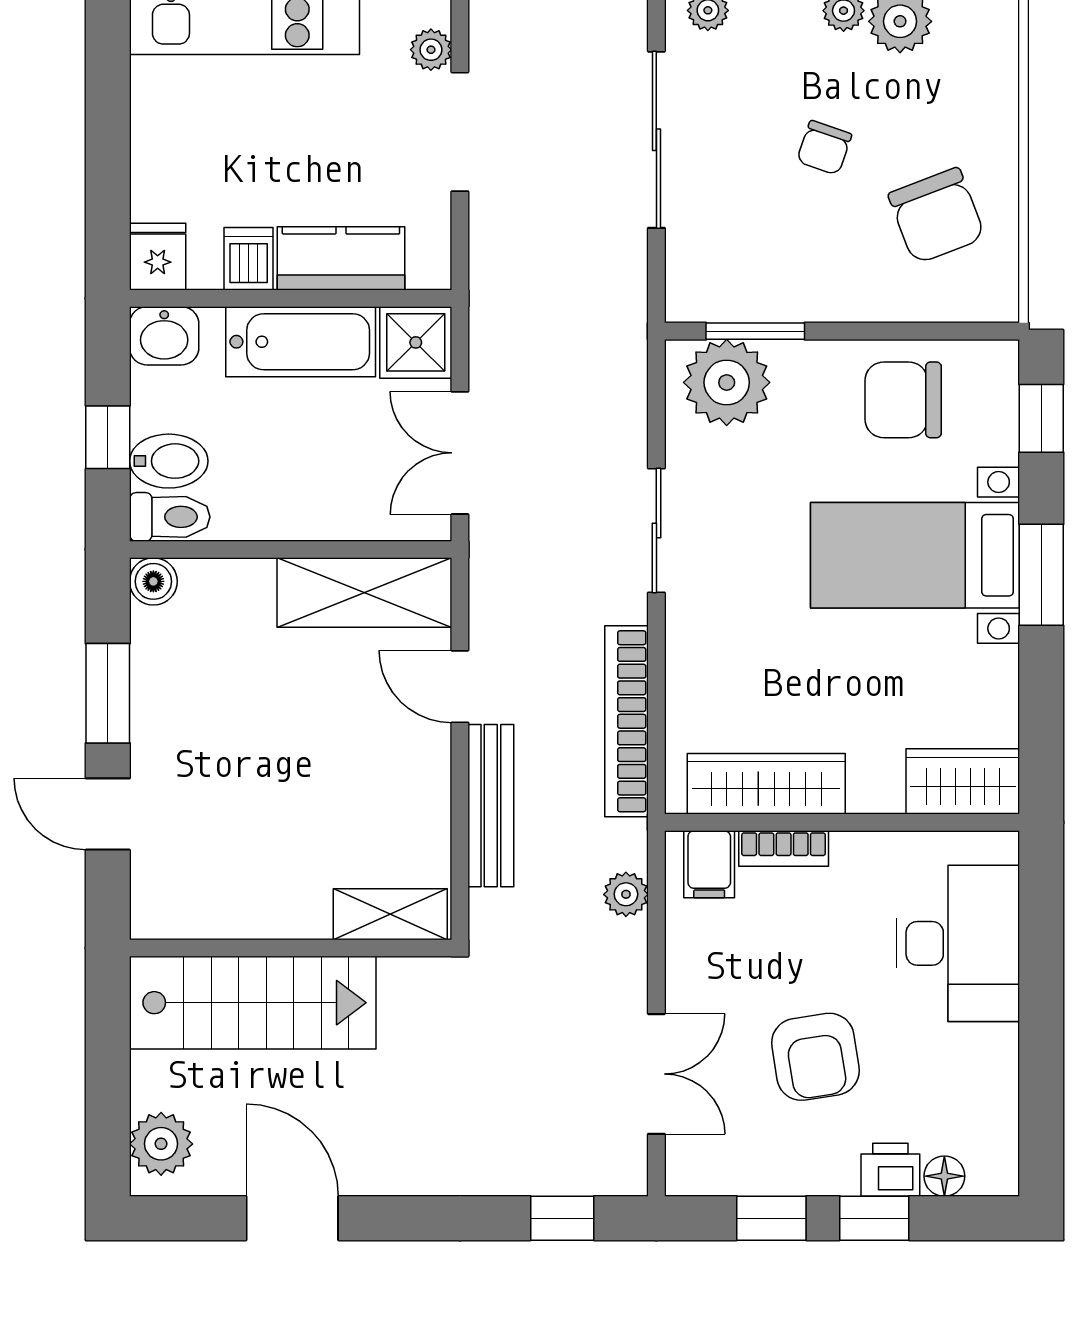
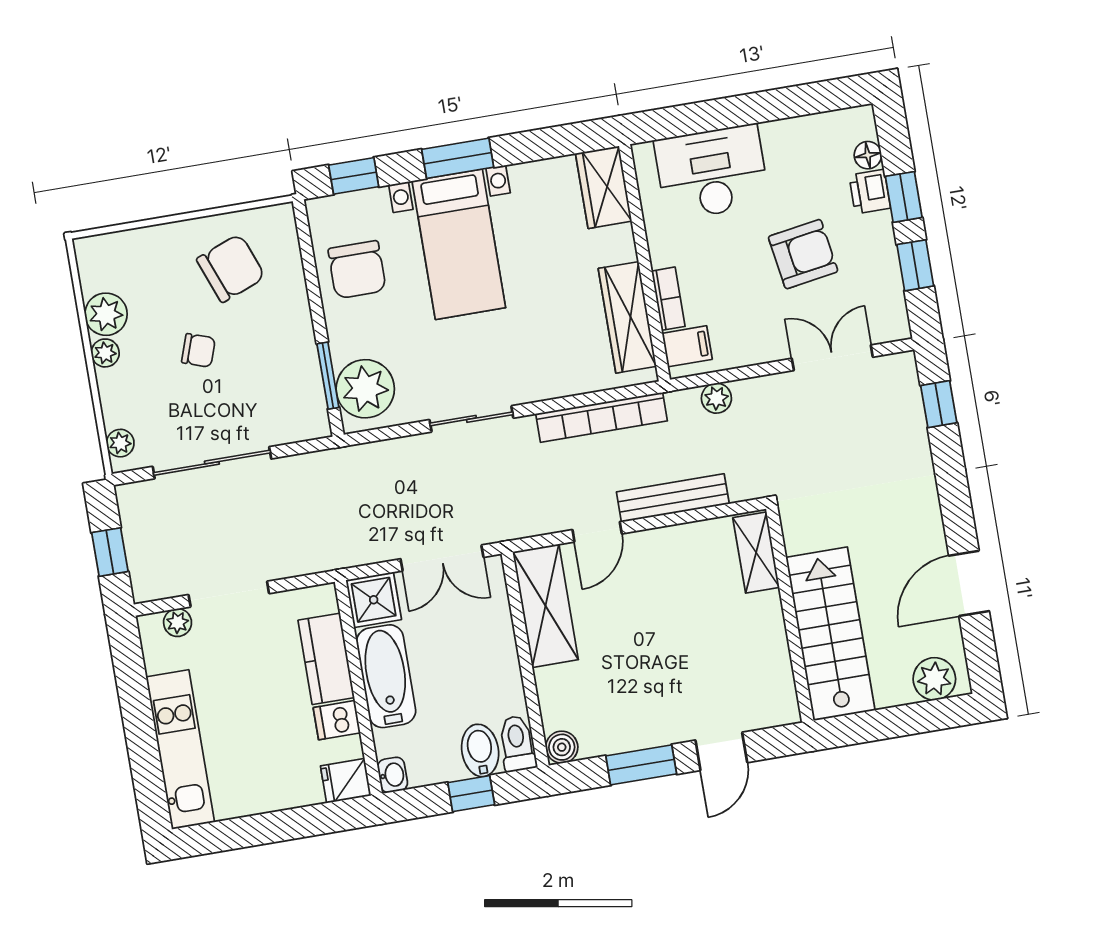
washbasin: (164, 336) -> (393, 775), width x0.72, depth x0.69

